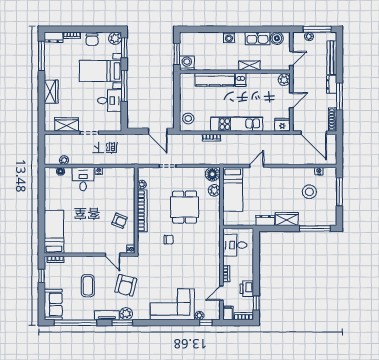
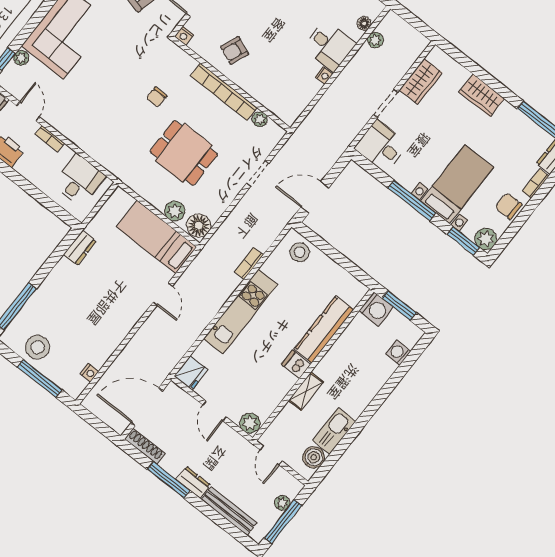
washing machine: (229, 37) -> (398, 353), moved
desk: (110, 101) -> (381, 146), moved, turned 90
stool: (309, 192) -> (38, 347), moved
wardrobe: (287, 219) -> (59, 278), removed

